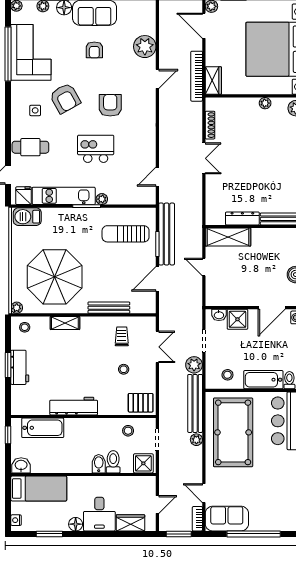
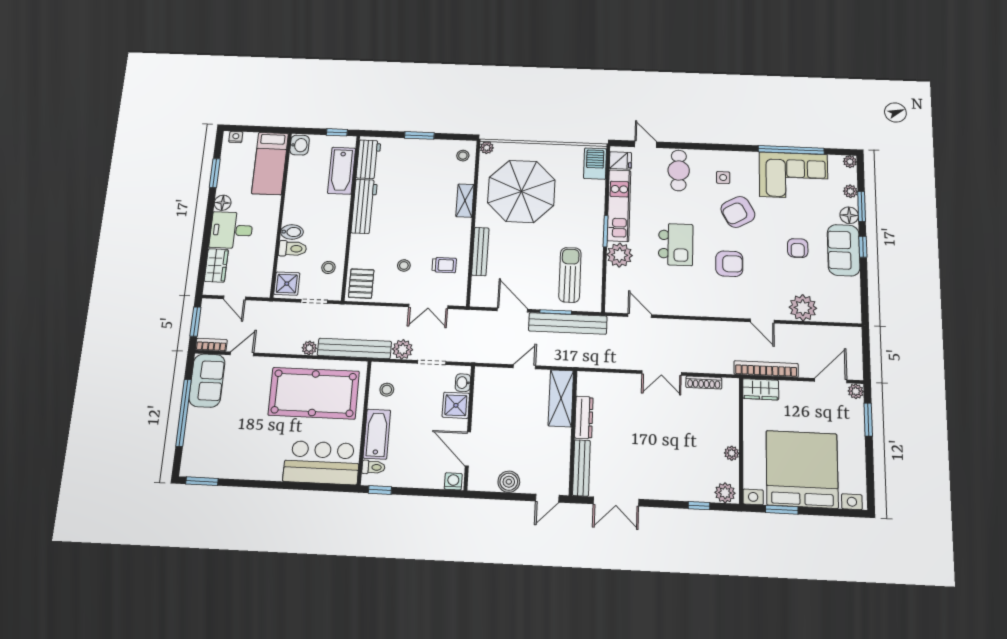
armchair: (94, 50) -> (798, 248), turned -90
plant: (102, 199) -> (620, 255), width x1.88, depth x1.88
workbench: (20, 367) -> (368, 159), moved, turned -90

